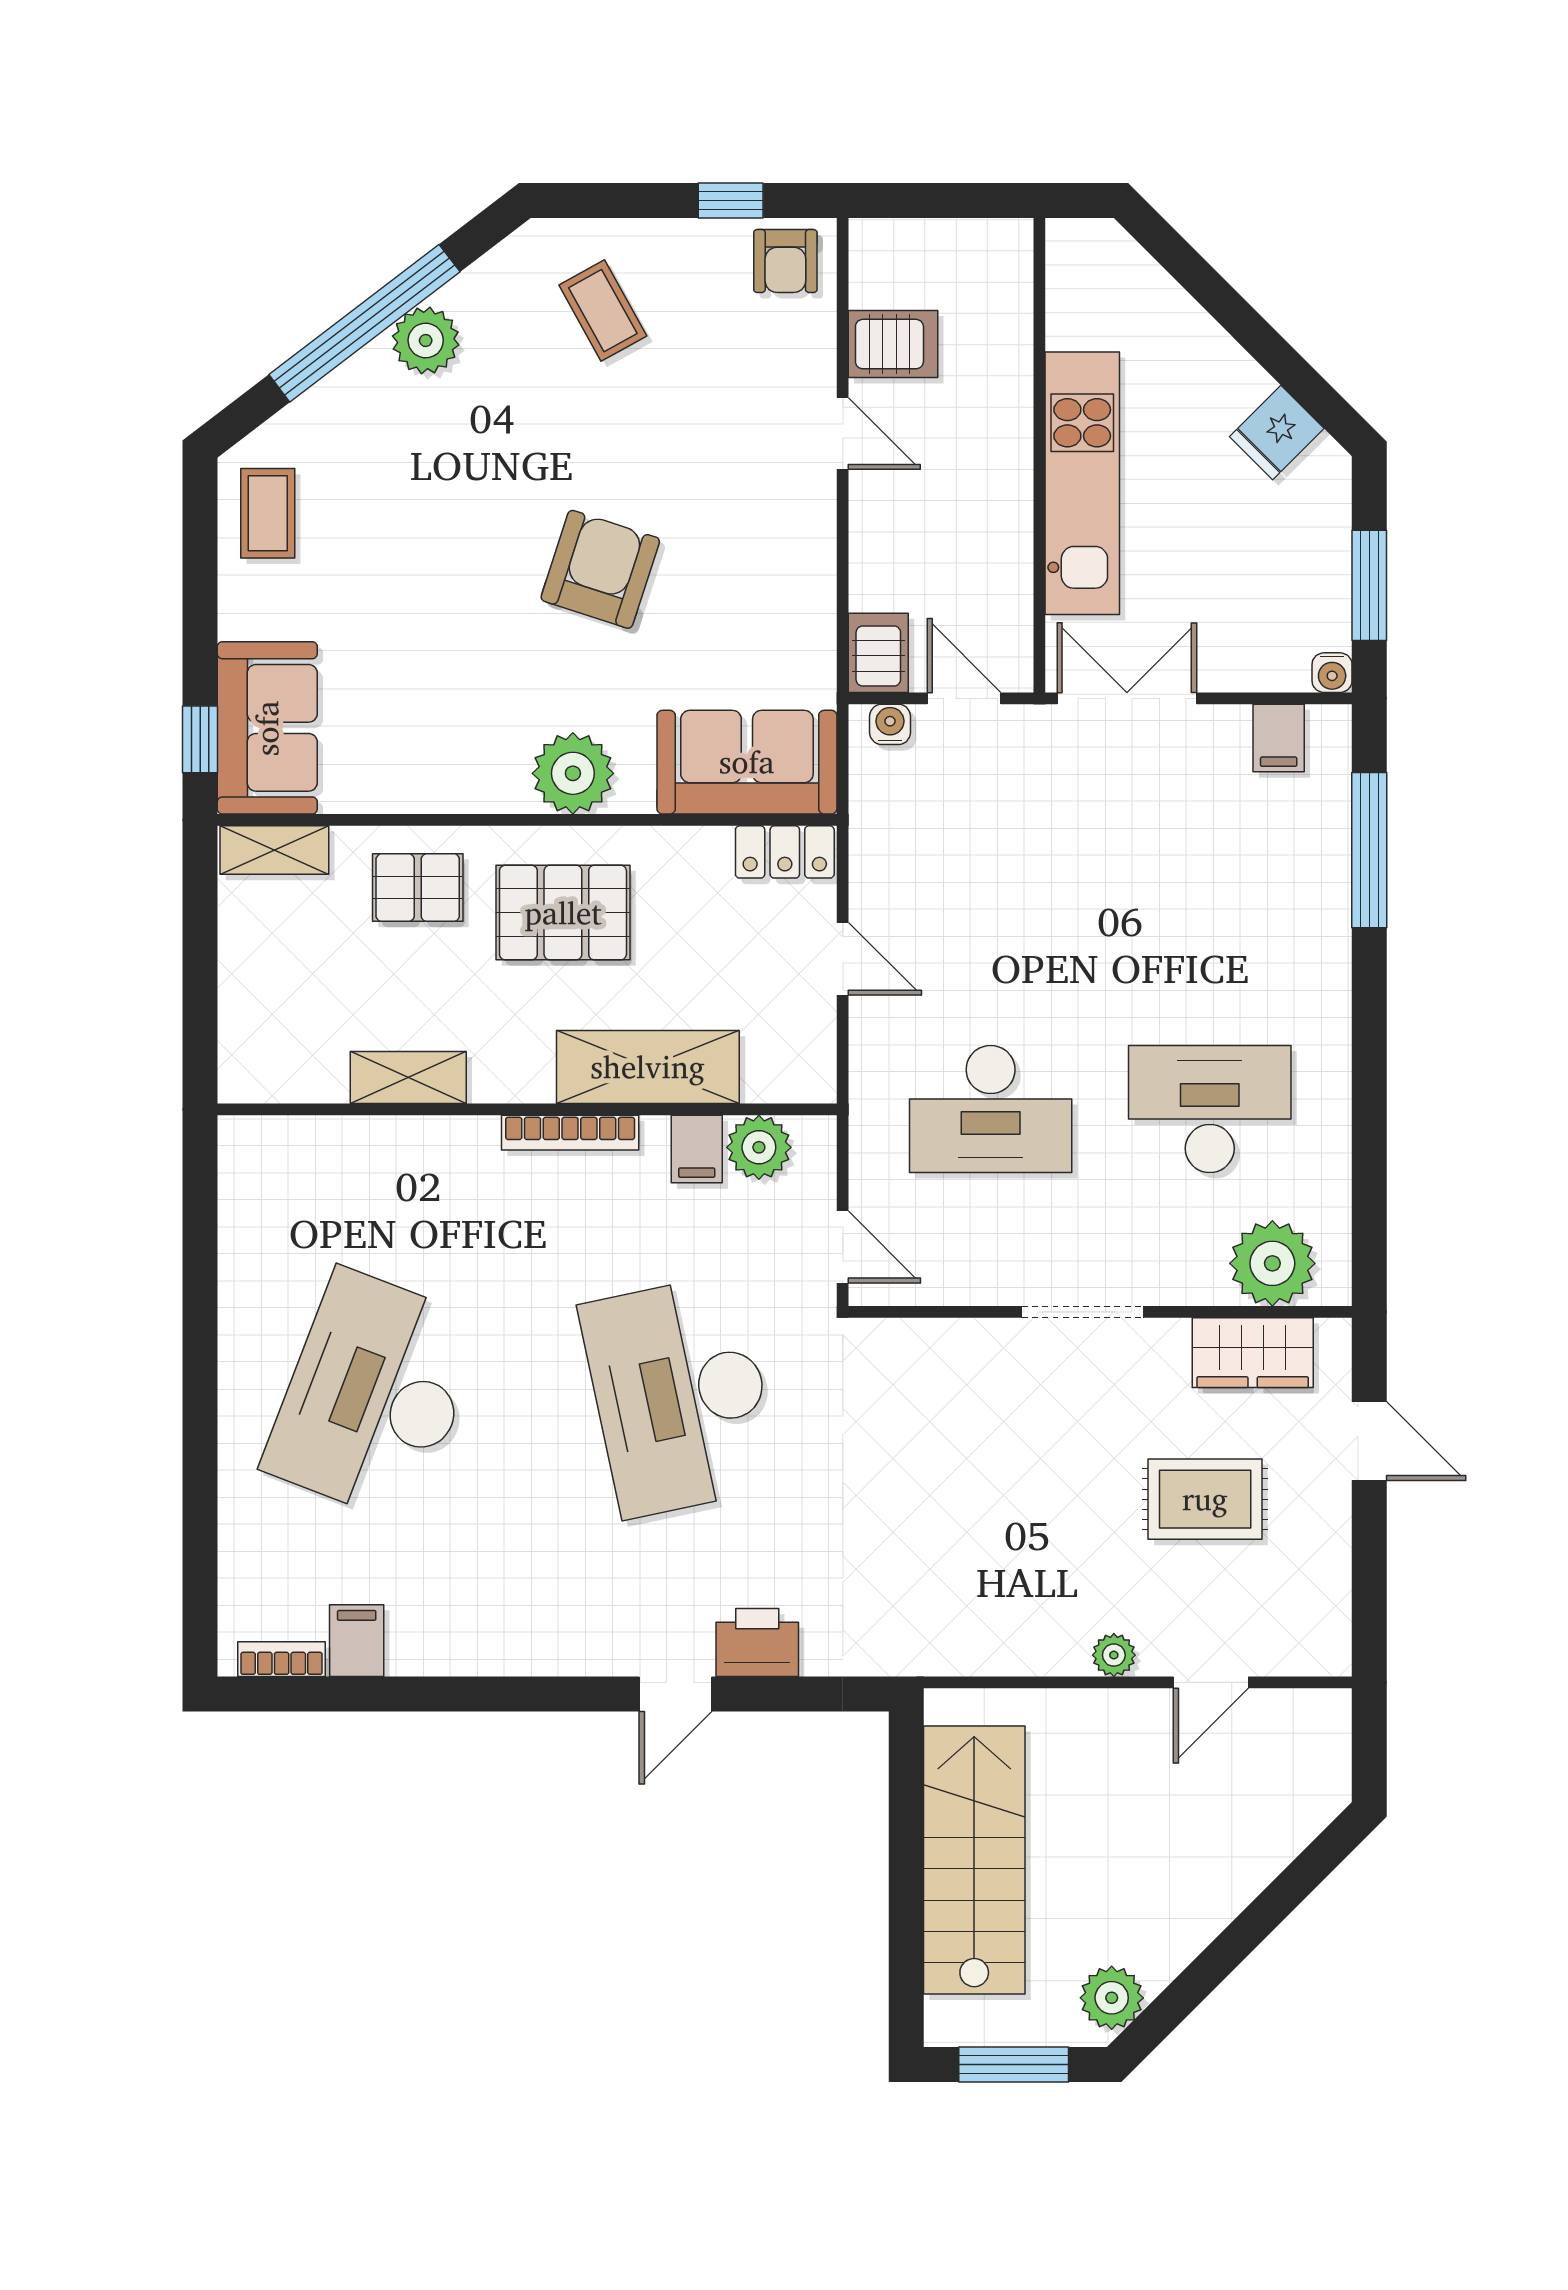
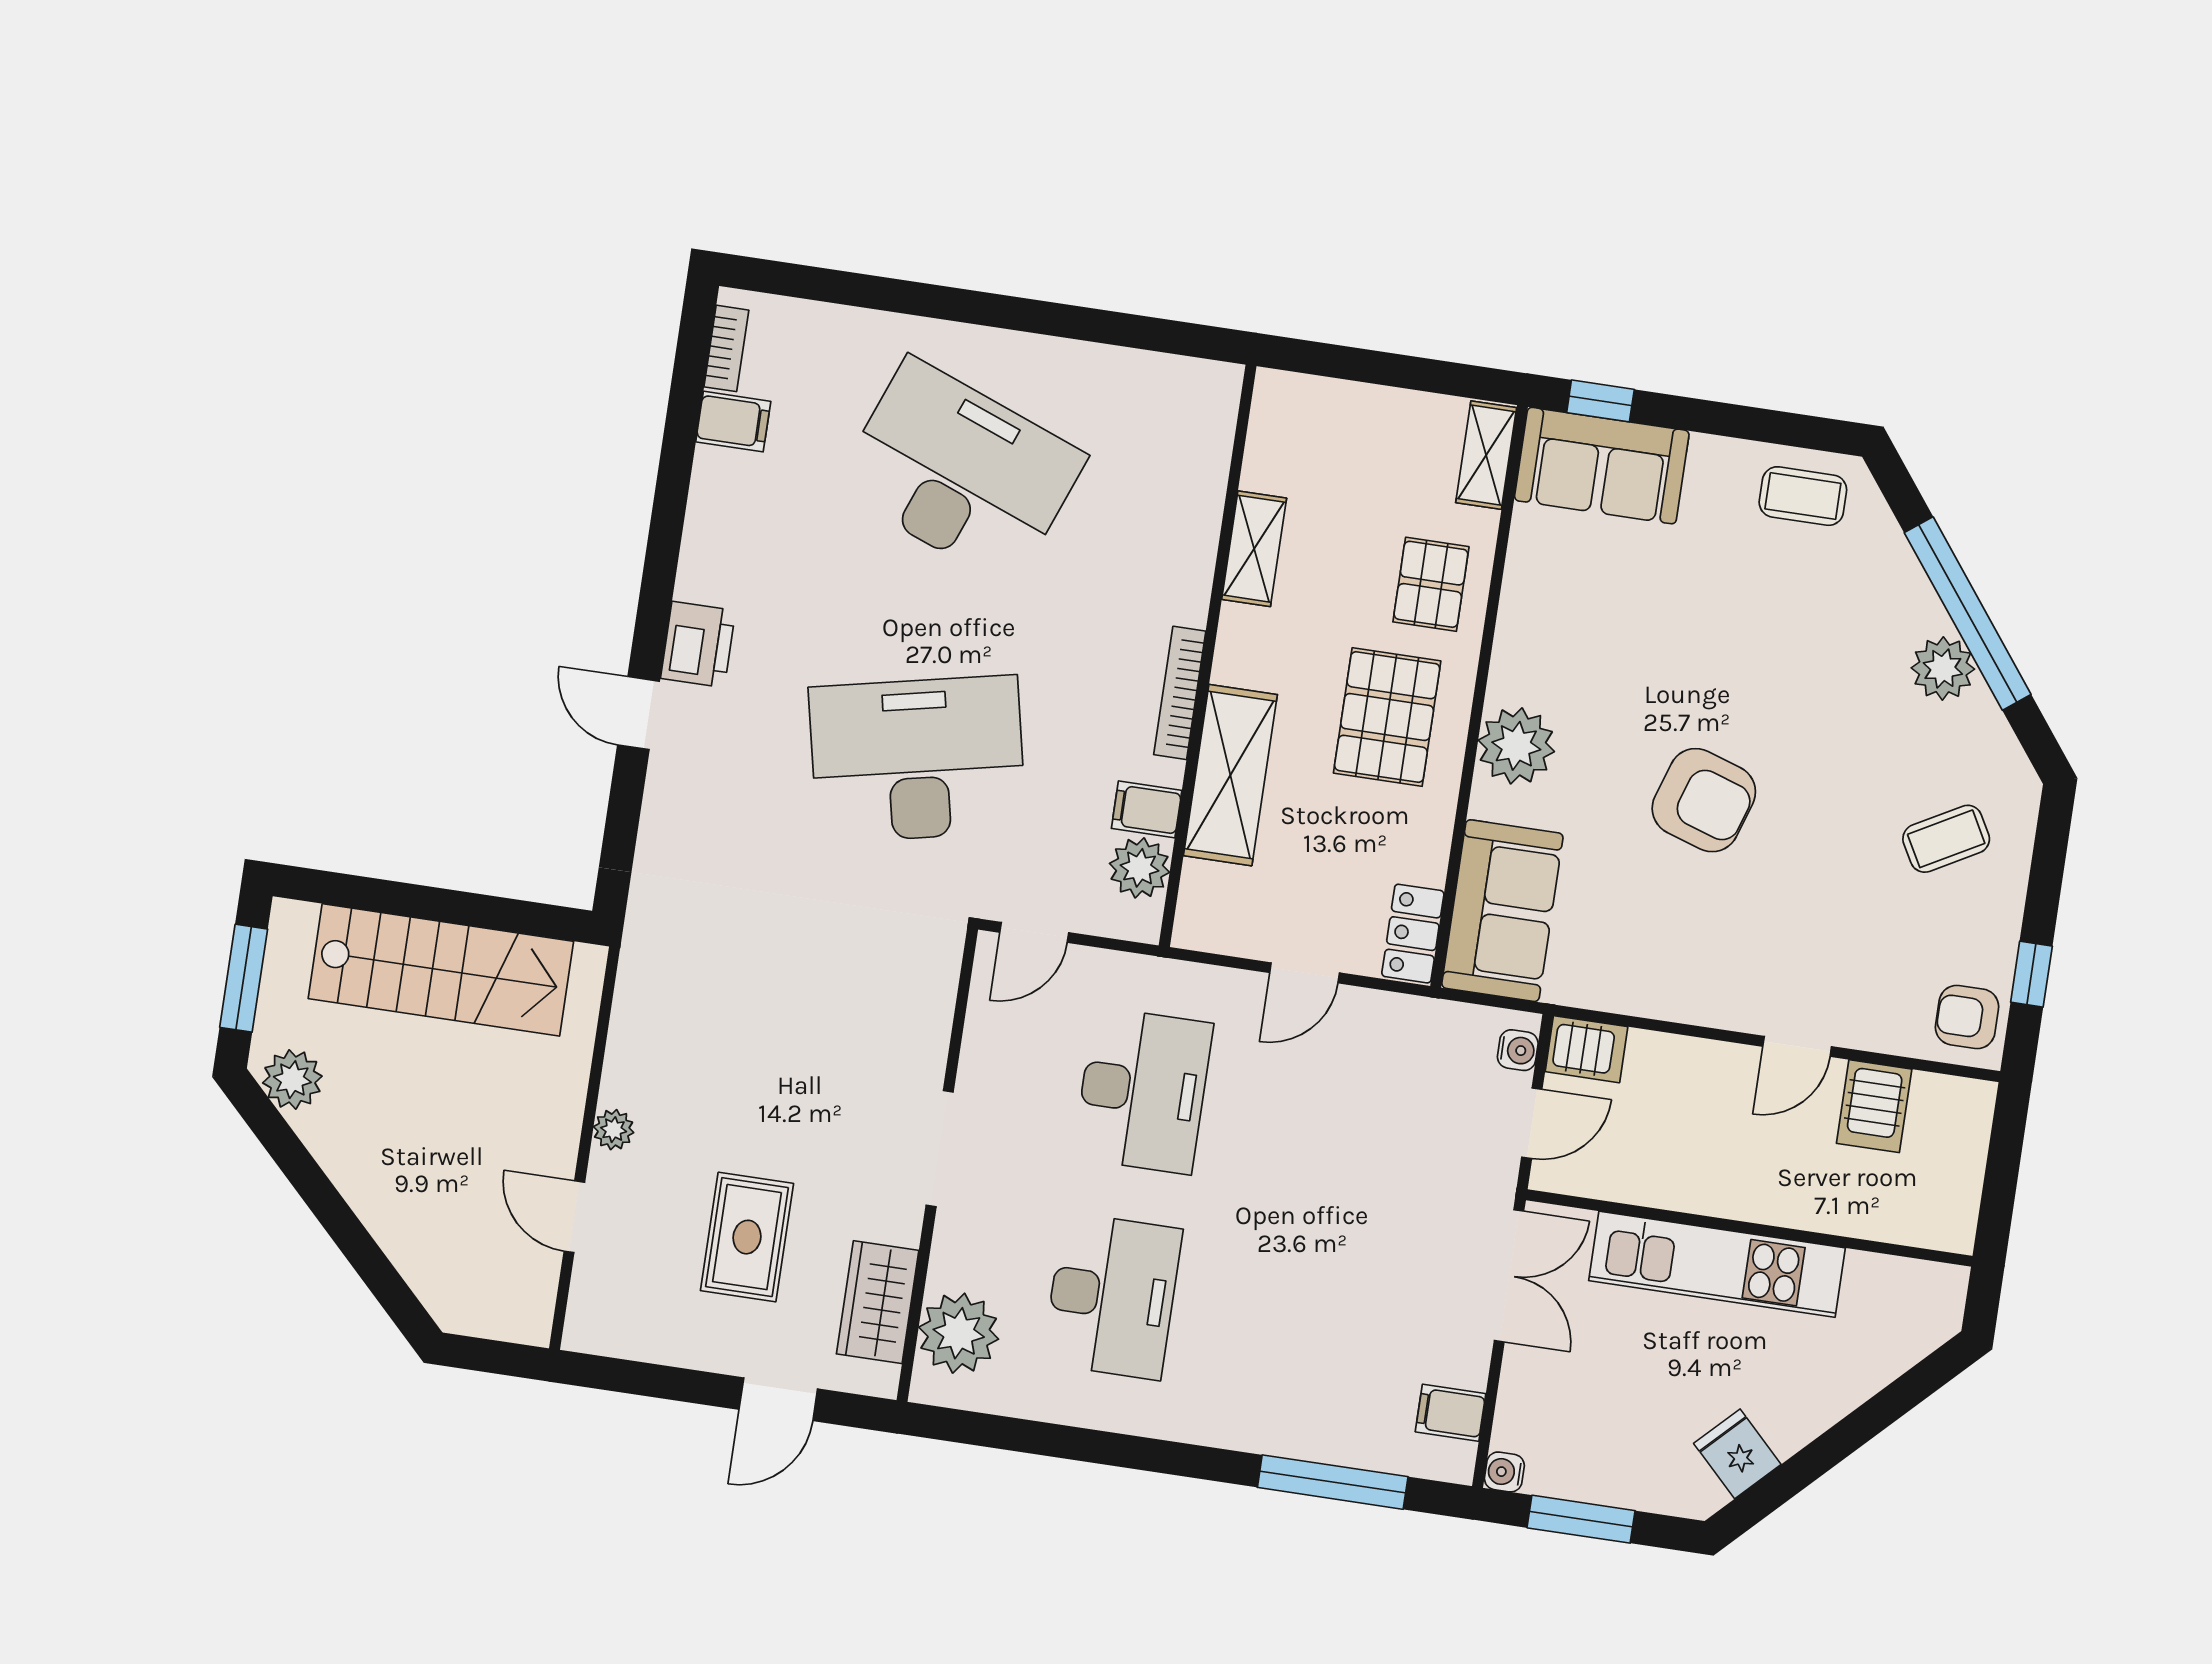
desk: (991, 1109) -> (1143, 1091), turned 180
printer: (757, 1643) -> (698, 645), moved

